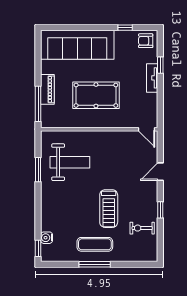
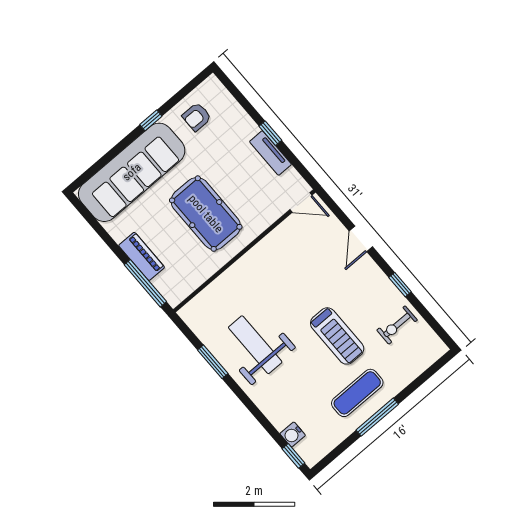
window: (125, 28) -> (151, 120), moved
armchair: (146, 41) -> (197, 117), moved
window: (160, 65) -> (270, 133), moved
tv unit: (152, 78) -> (270, 153), moved
pool table: (96, 95) -> (206, 214), turned 90
weight bench: (70, 162) -> (255, 345), moved, turned -90

